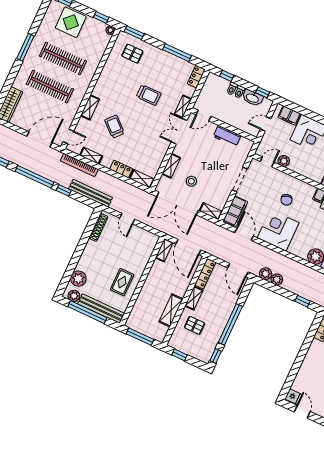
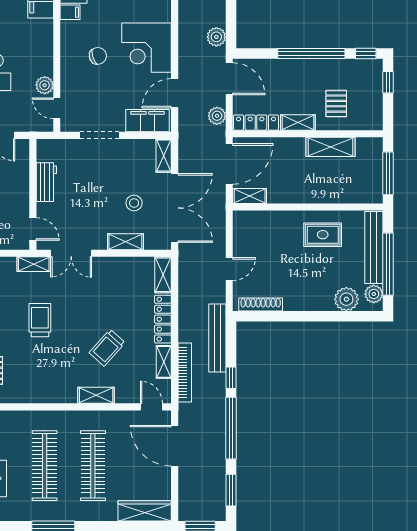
locker: (121, 169) -> (163, 319), width x1.53
door: (238, 270) -> (229, 79), hinge flipped
plant: (277, 279) -> (217, 116), moved
window: (179, 355) -> (388, 82), moved

